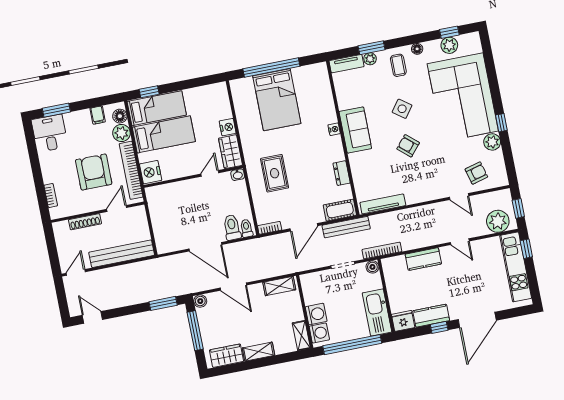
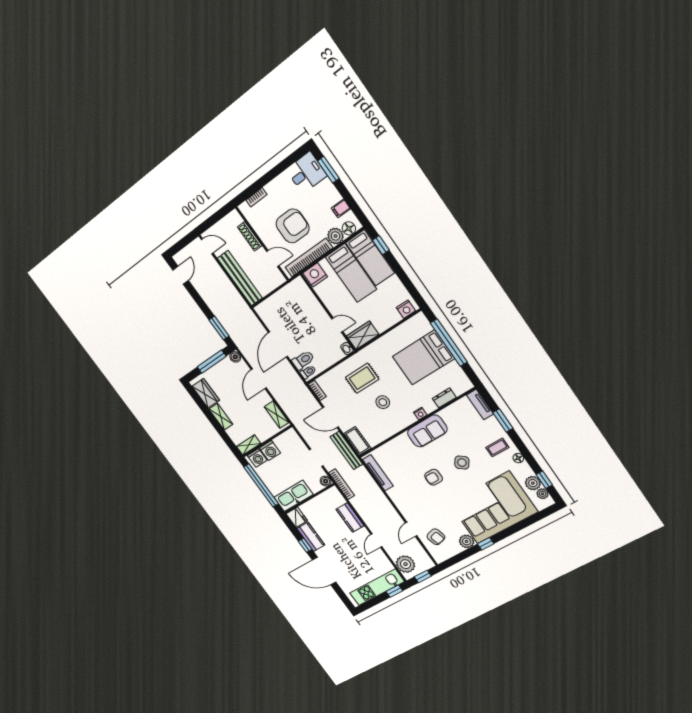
plant: (370, 59) -> (543, 494), moved
nightstand: (228, 127) -> (406, 309), moved
armchair: (408, 146) -> (434, 477), turned -131
stool: (308, 163) -> (383, 402), added
dresser: (342, 173) -> (444, 398), moved

